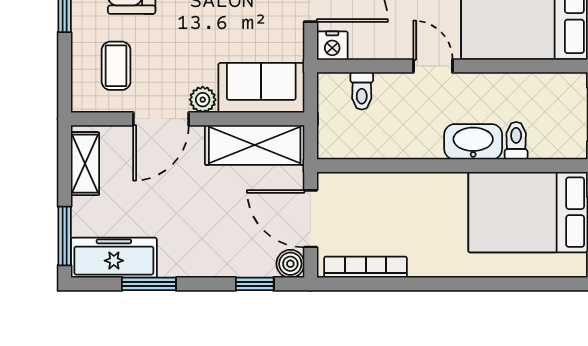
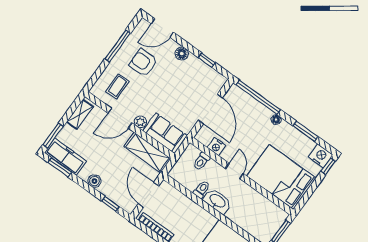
nightstand: (332, 46) -> (217, 147), moved
toilet: (516, 141) -> (202, 189), moved
washbasin: (473, 142) -> (217, 201), moved
boiler: (290, 264) -> (94, 181), moved
window: (149, 284) -> (60, 167), moved

